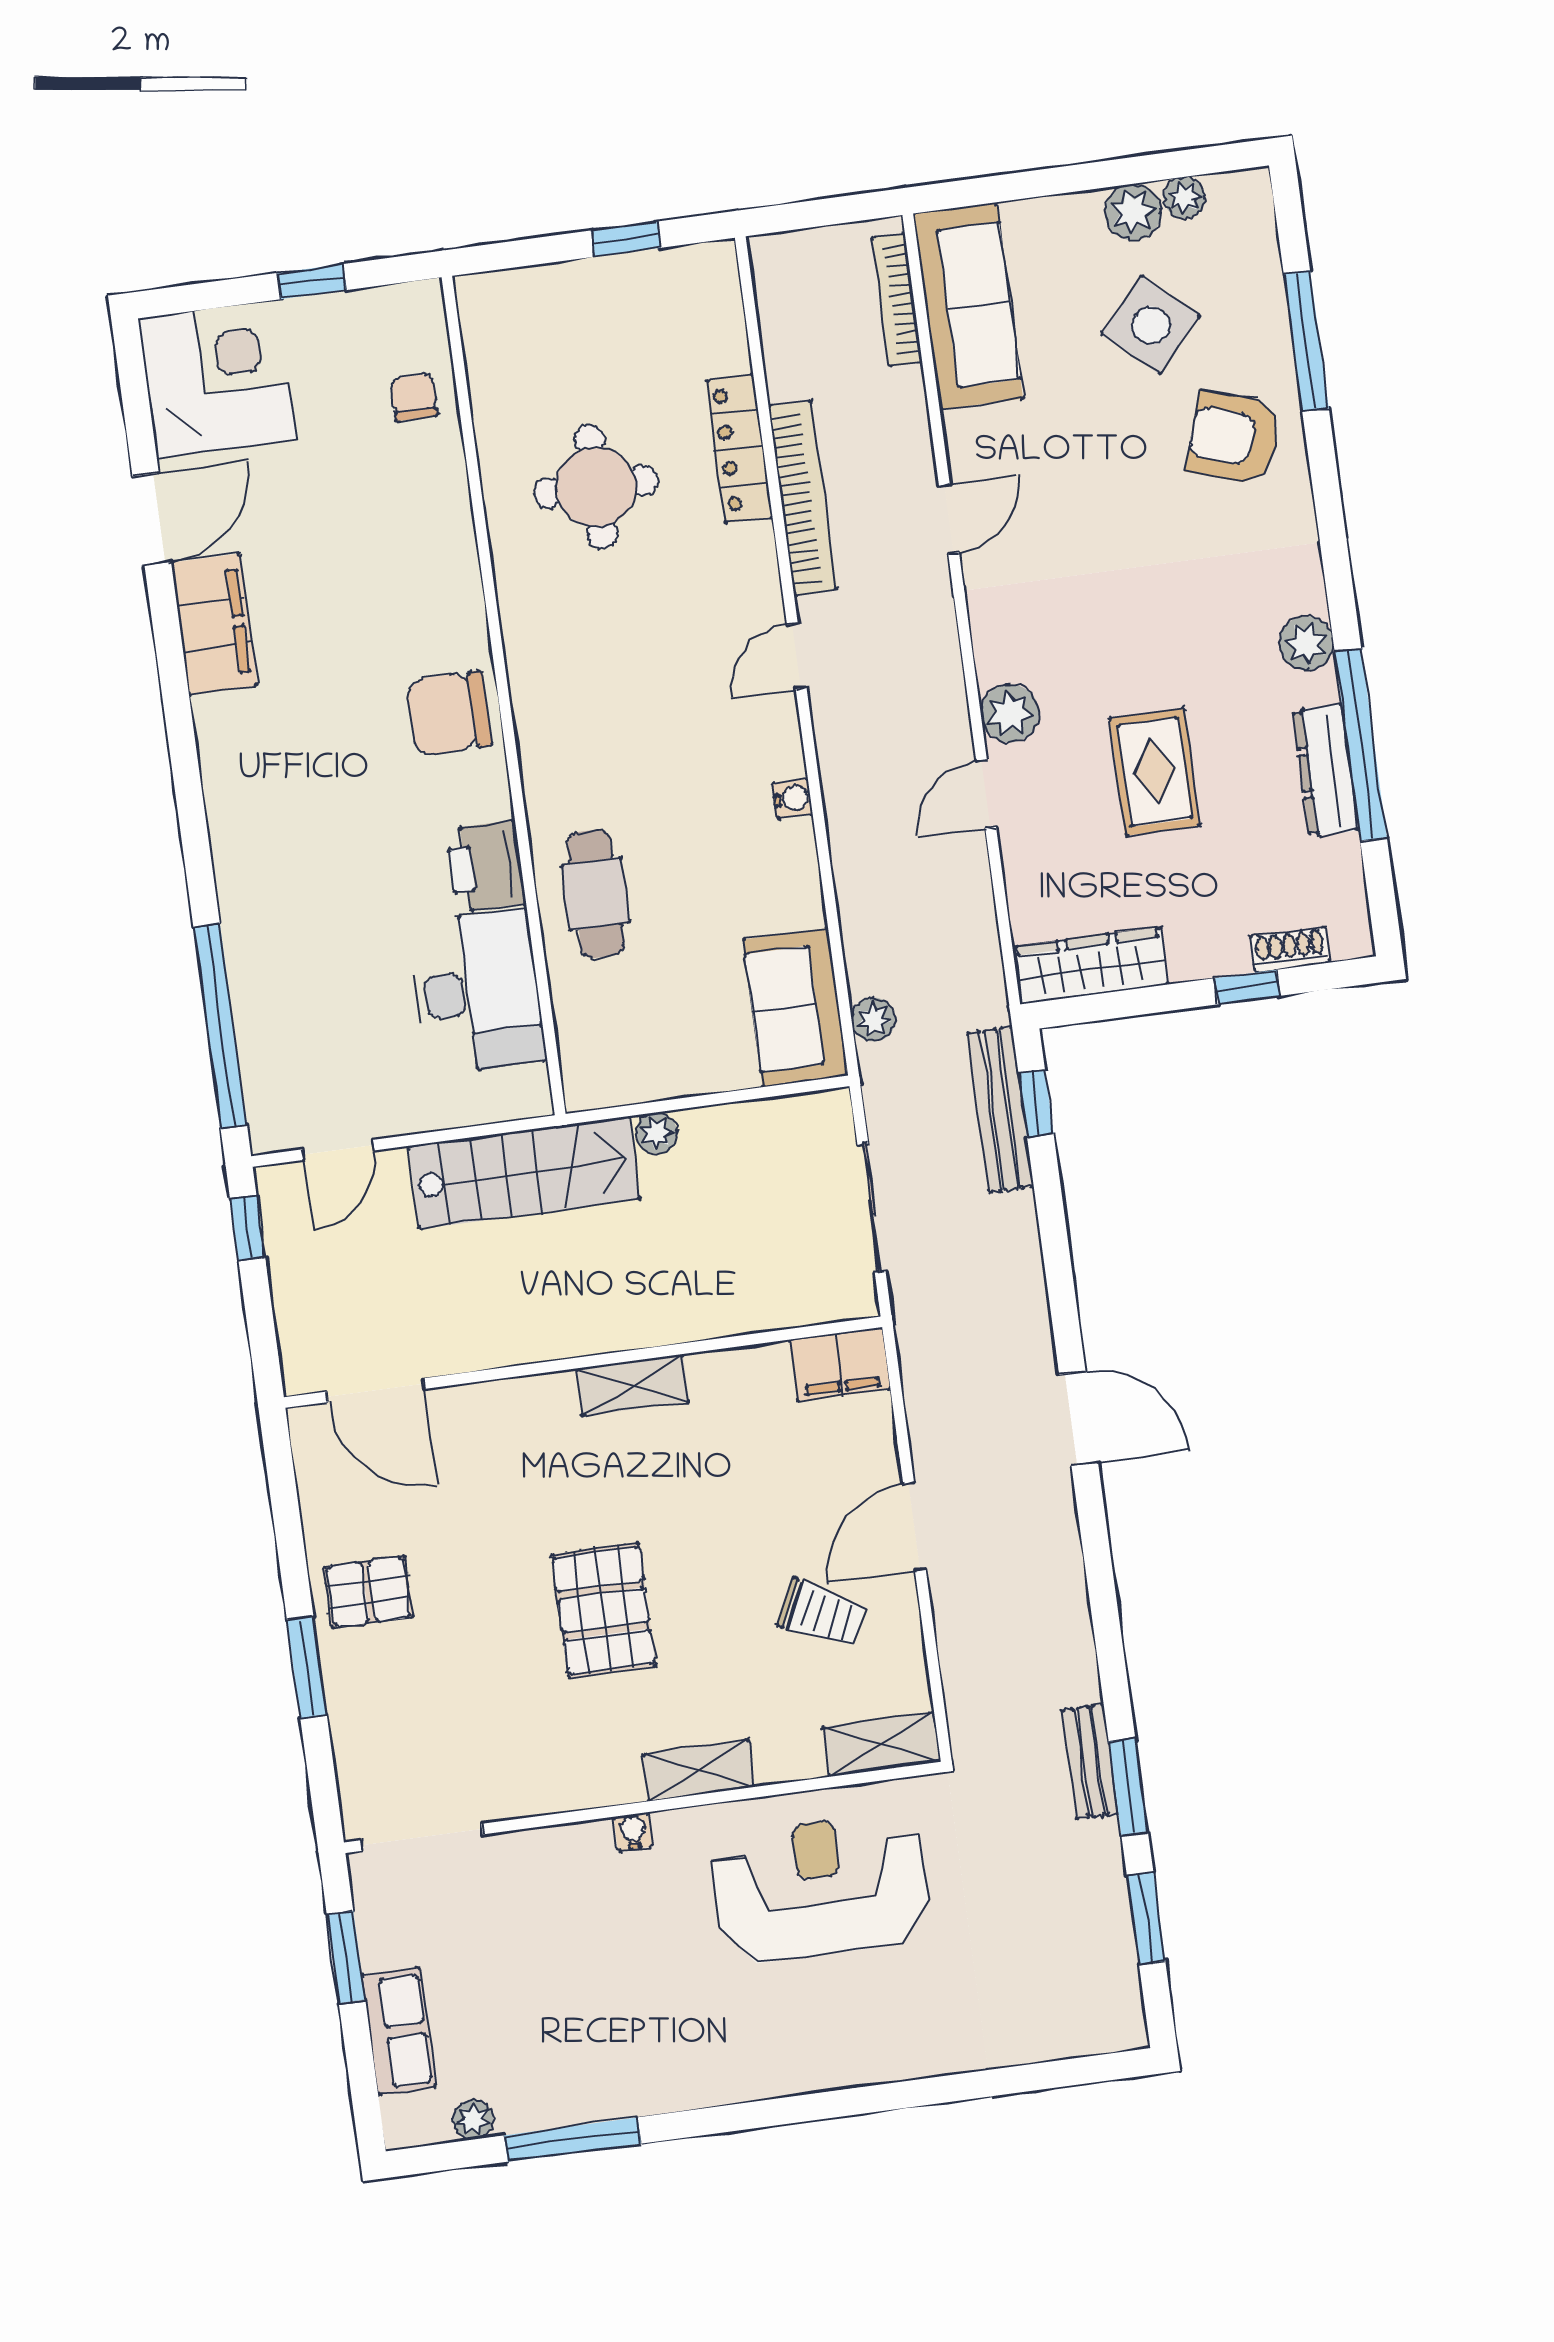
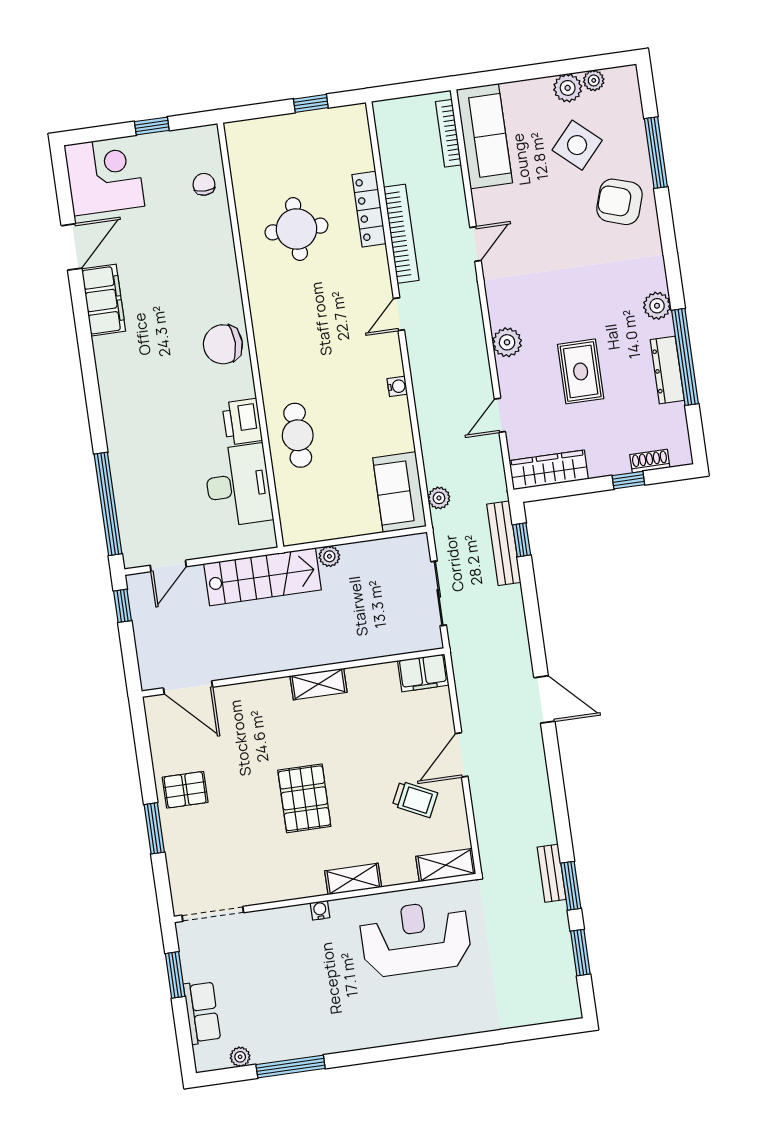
door: (986, 794) -> (500, 415), moved

